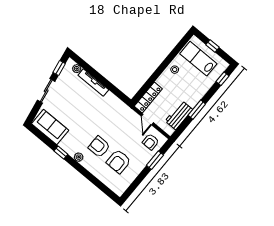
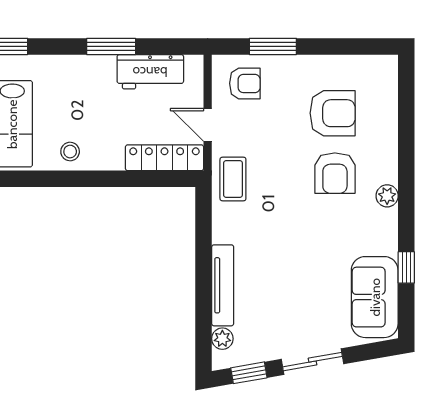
coffee table: (124, 113) -> (233, 179), added
door: (147, 119) -> (208, 125), swing flipped
window: (61, 153) -> (406, 267), moved

